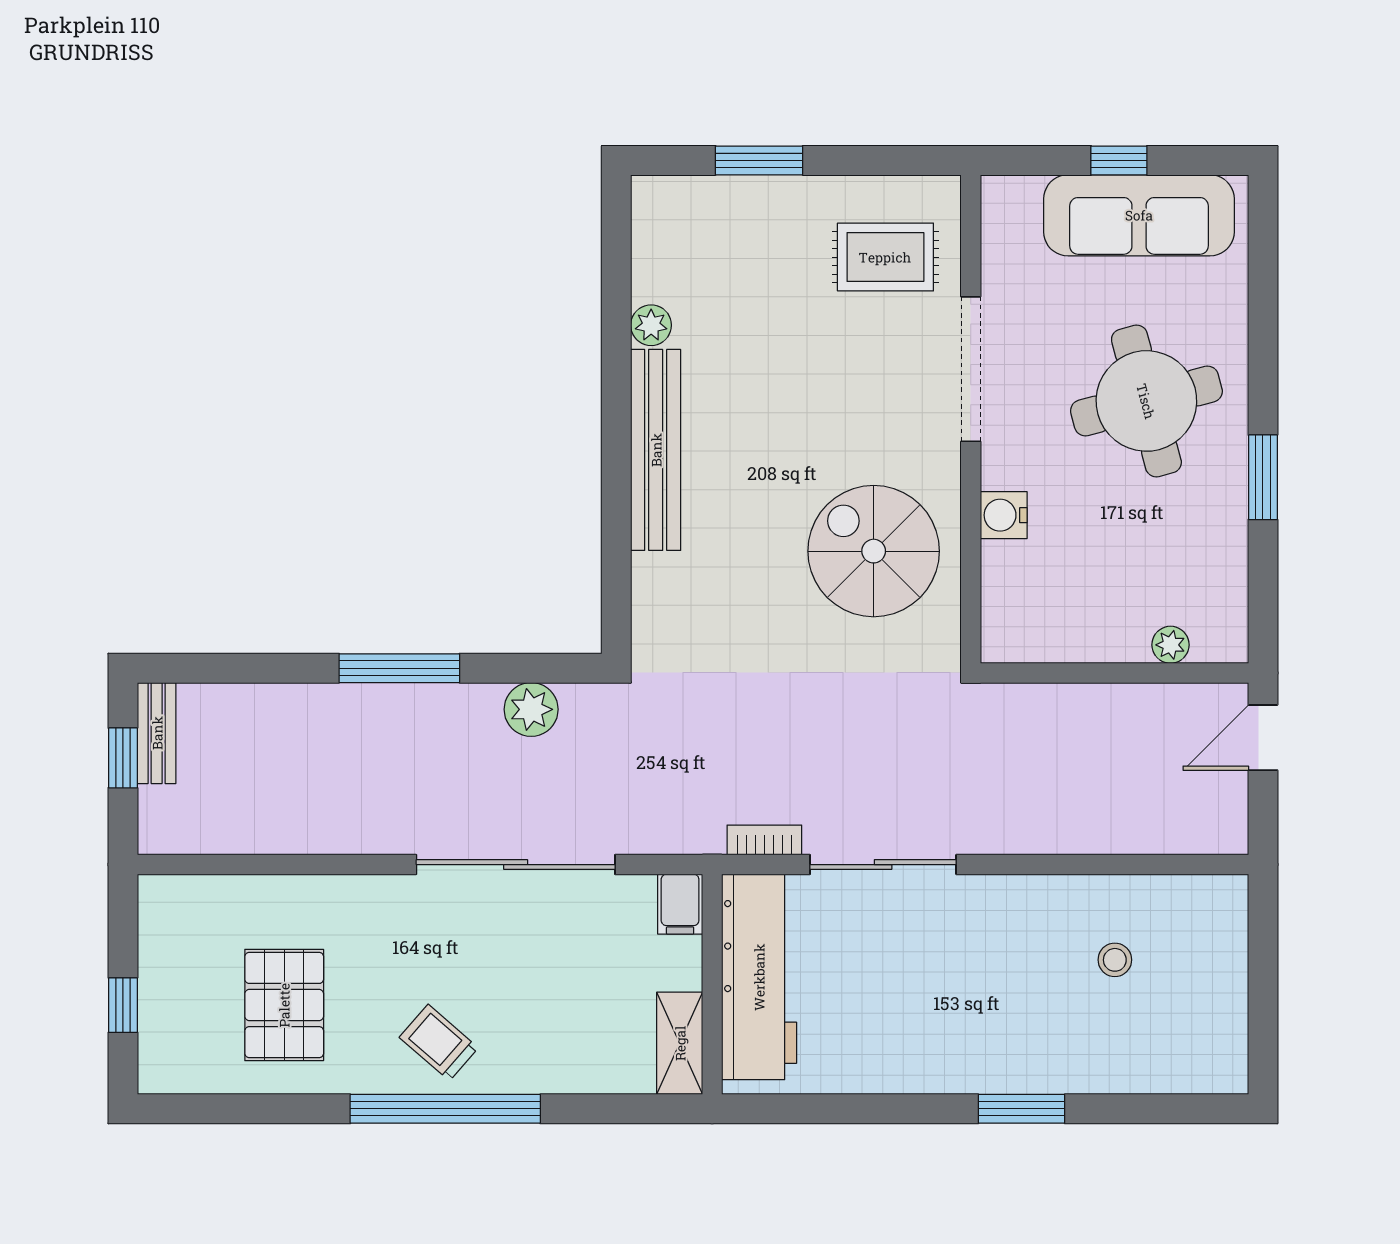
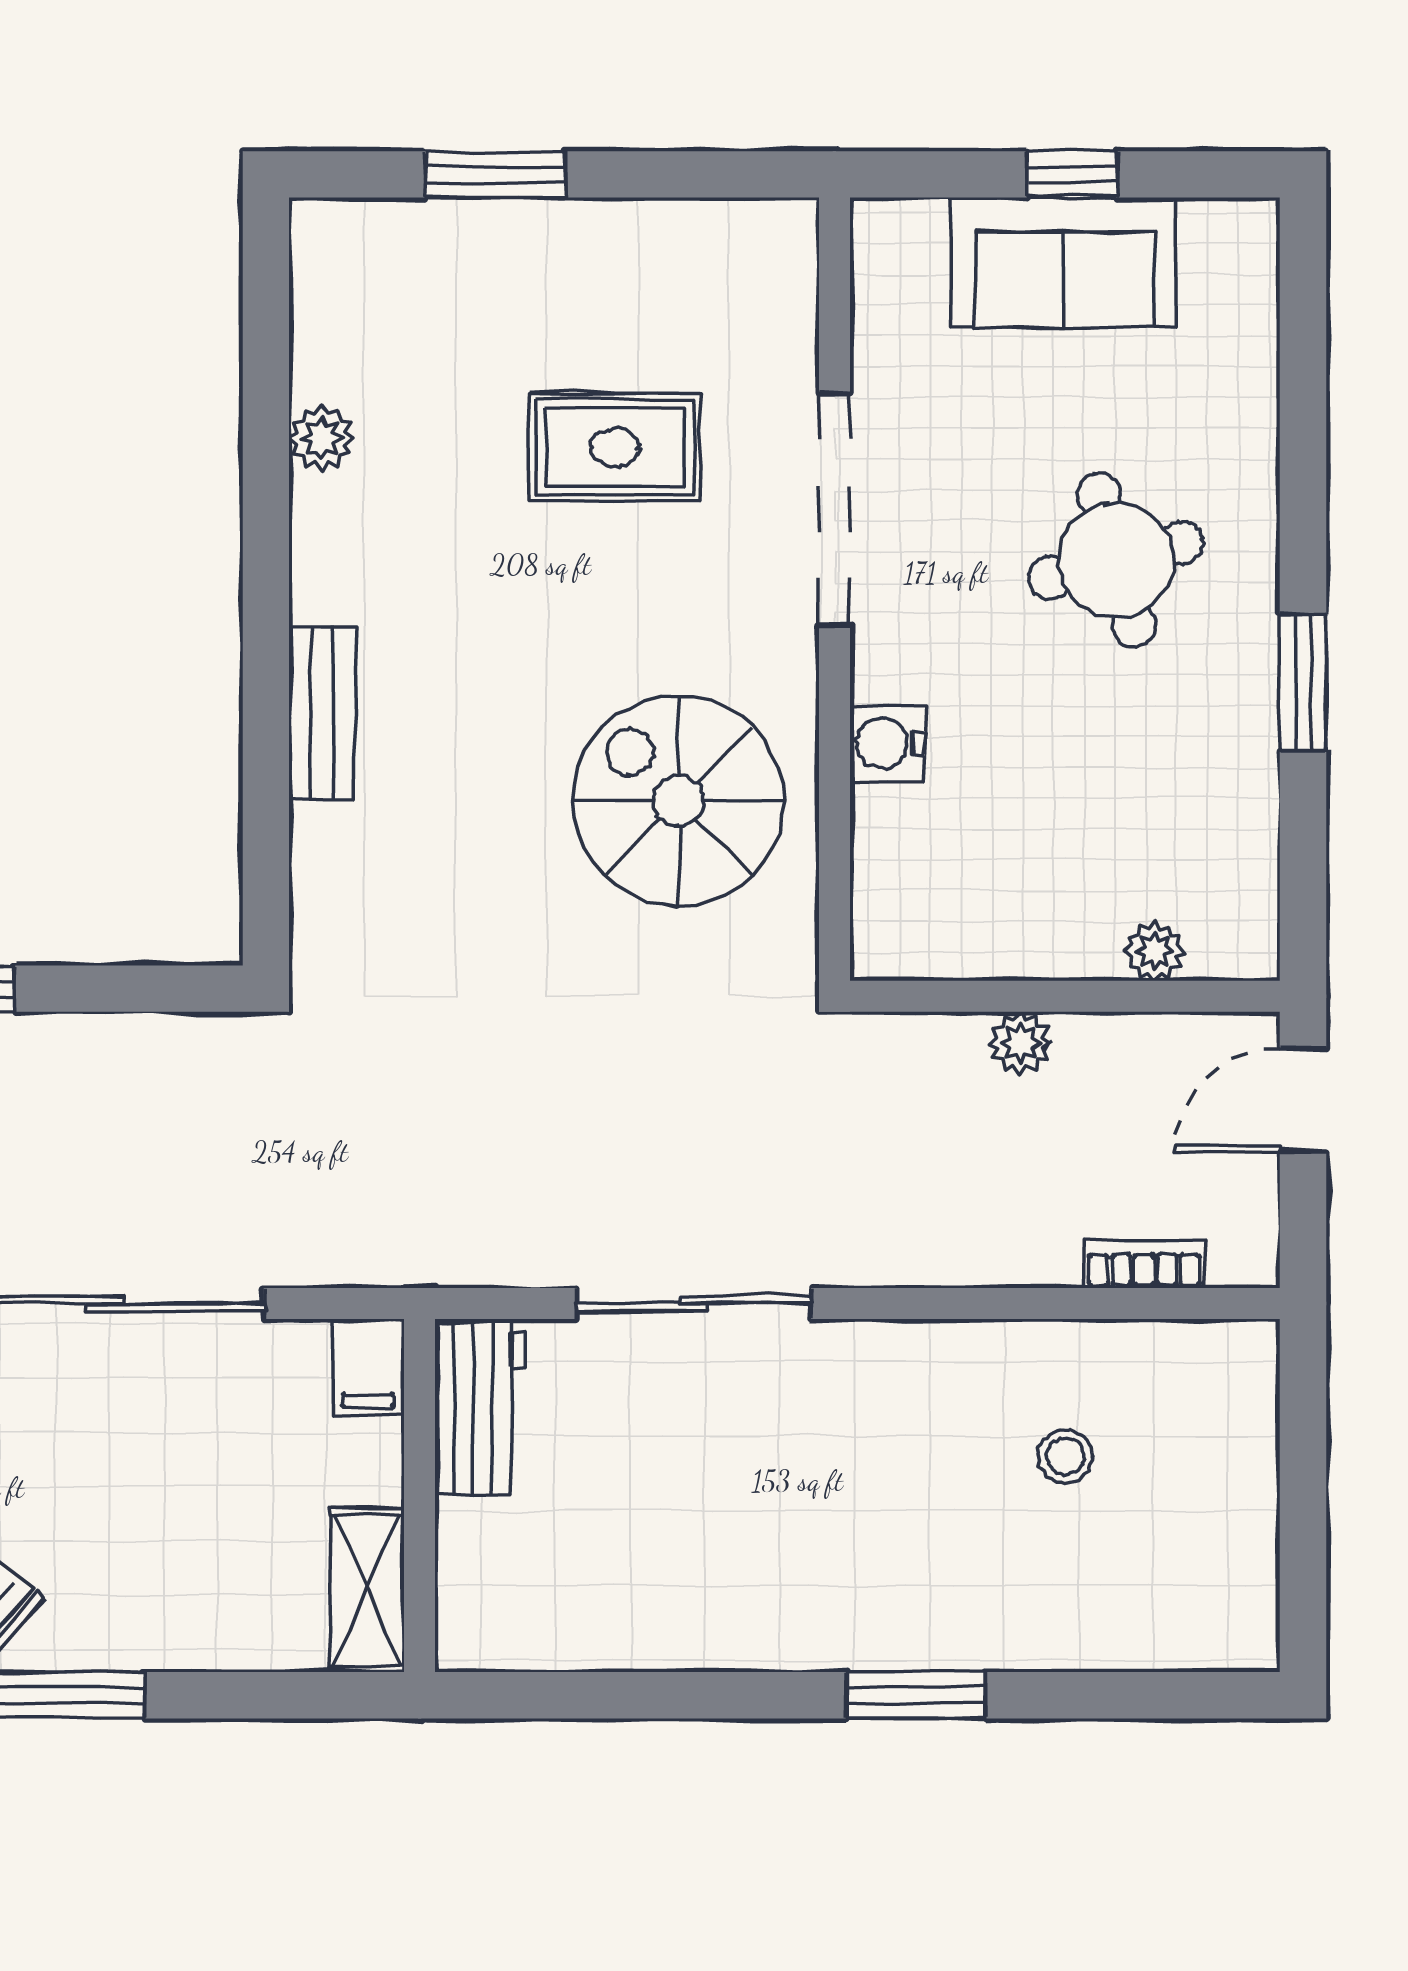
sofa: (1139, 215) -> (1064, 262), width x0.73
rug: (885, 257) -> (615, 447), moved
round table: (1146, 401) -> (1116, 560), width x0.73, depth x0.73
bench: (656, 450) -> (322, 713), width x0.54, depth x0.82
plant: (531, 709) -> (1020, 1043), moved, width x0.73, depth x0.73
bookcase: (764, 840) -> (1144, 1264), moved
workbench: (759, 977) -> (480, 1407), width x0.53, depth x0.76

